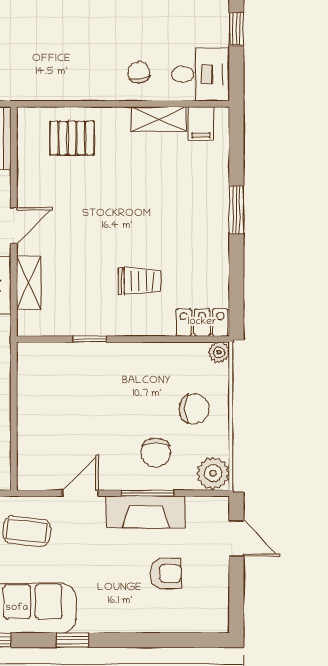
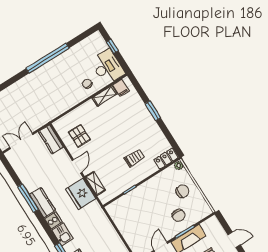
desk: (200, 74) -> (107, 67), width x1.37
pallet: (72, 138) -> (79, 136), moved, turned 90
plant: (213, 473) -> (204, 210), removed
door: (236, 538) -> (234, 240), moved

